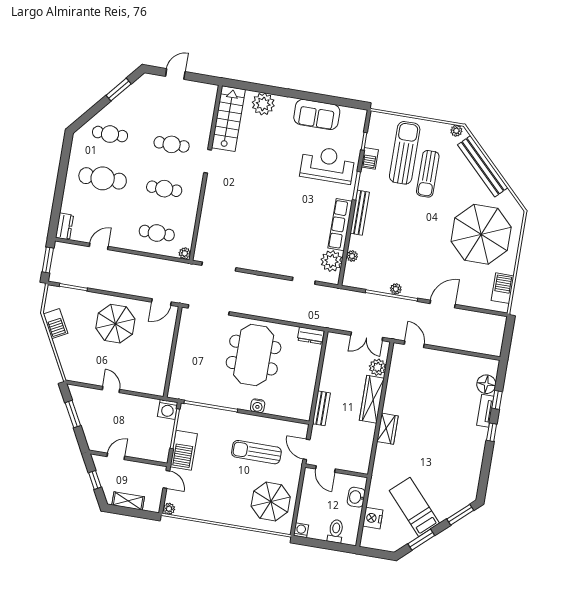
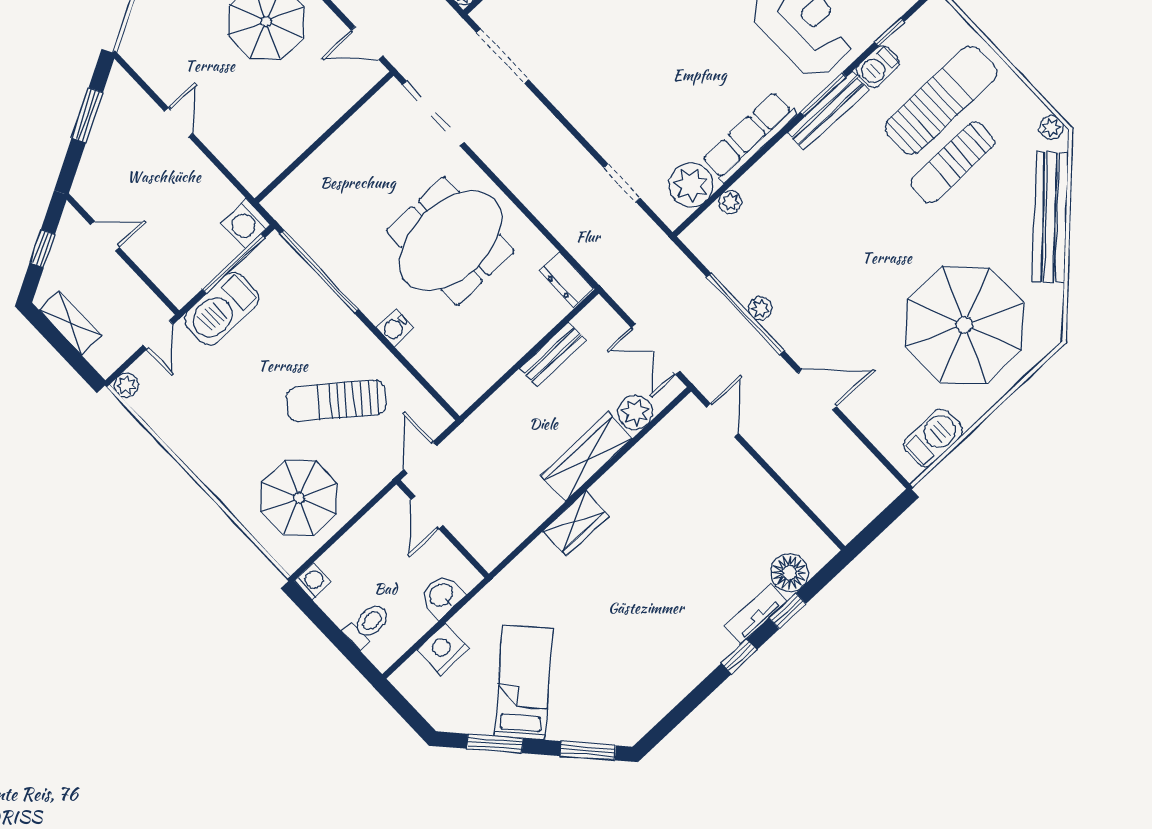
bench: (360, 213) -> (828, 111), moved
bench: (321, 408) -> (553, 354), moved
sun lounger: (256, 452) -> (336, 401), turned -52

